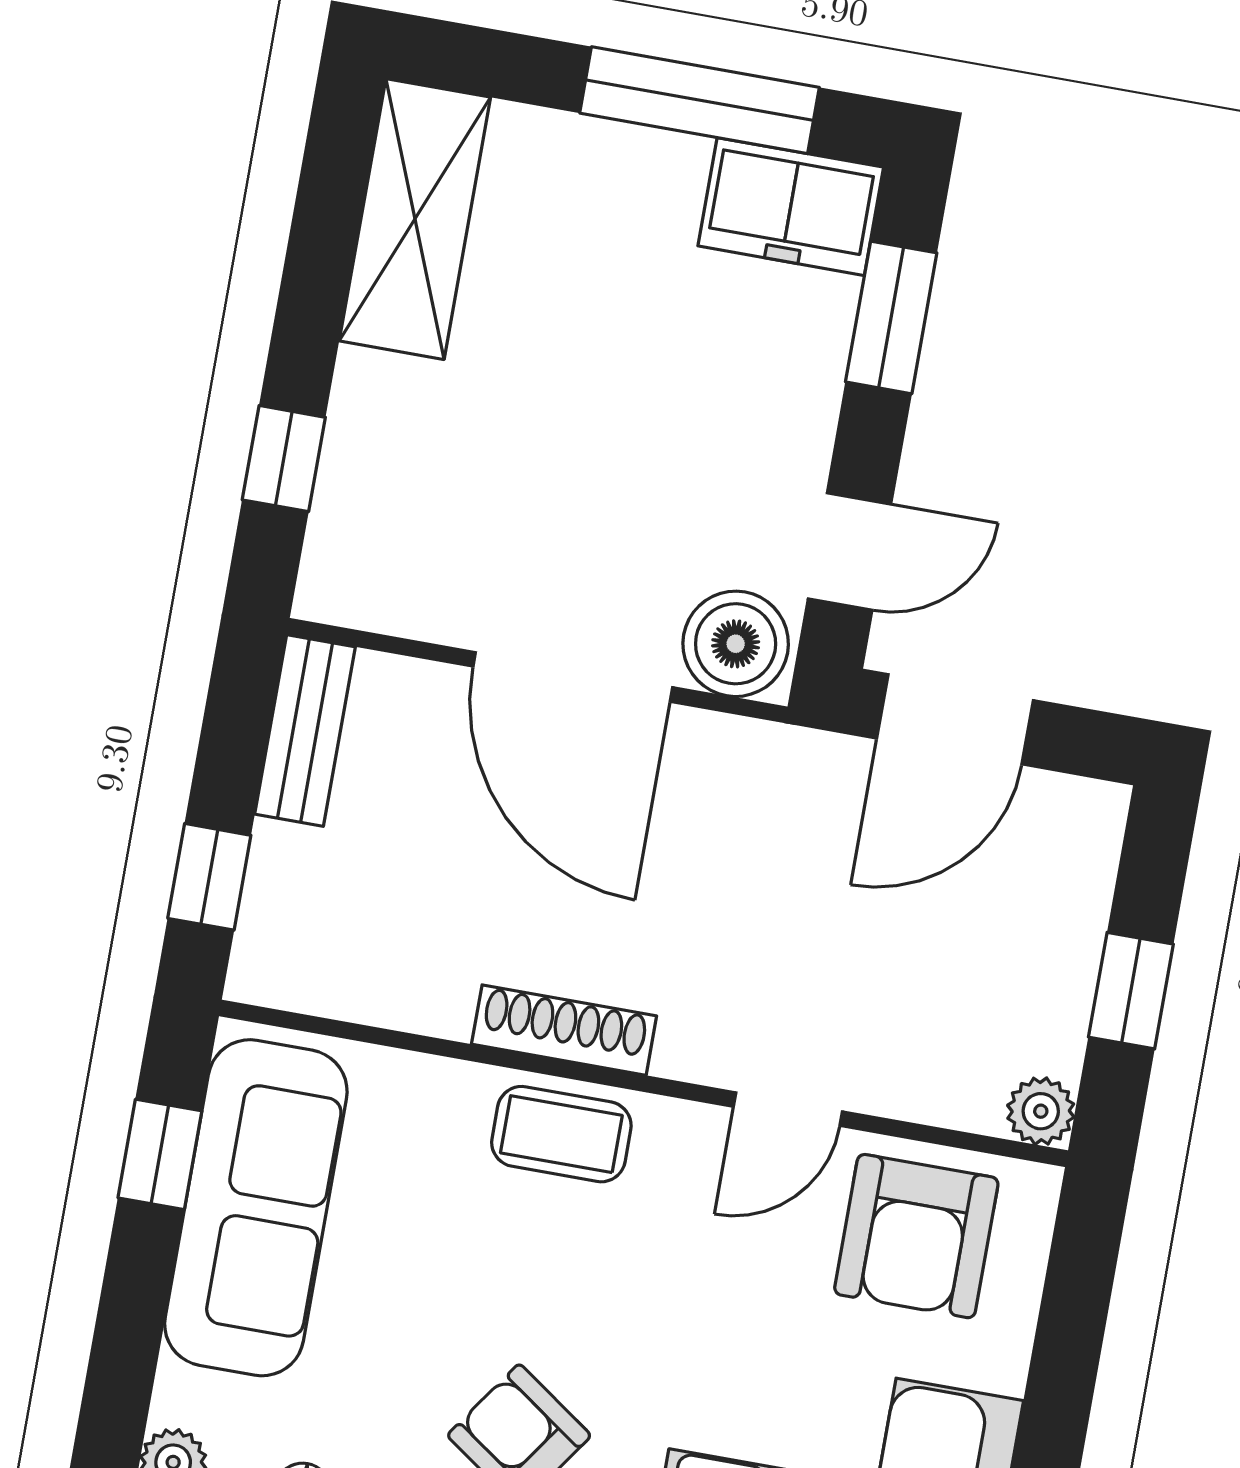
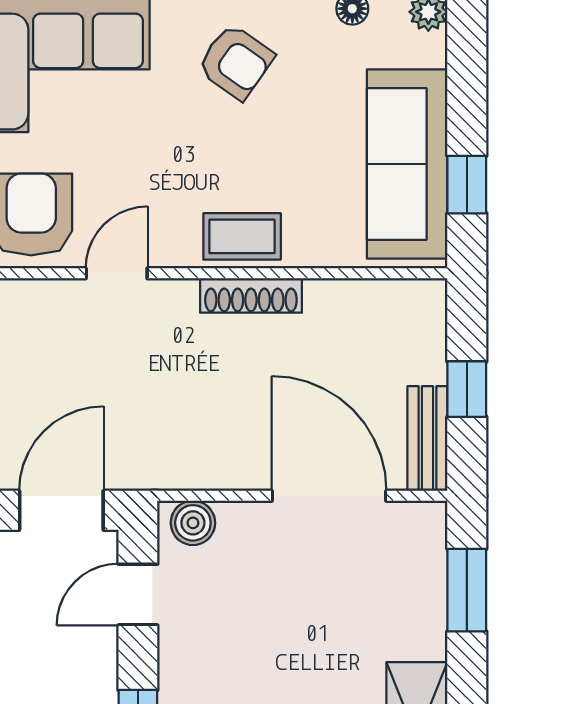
window: (284, 459) -> (467, 590), width x1.50
boiler: (736, 644) -> (193, 523), width x0.73, depth x0.73
door: (573, 677) -> (329, 496), moved
window: (209, 877) -> (467, 389), moved

